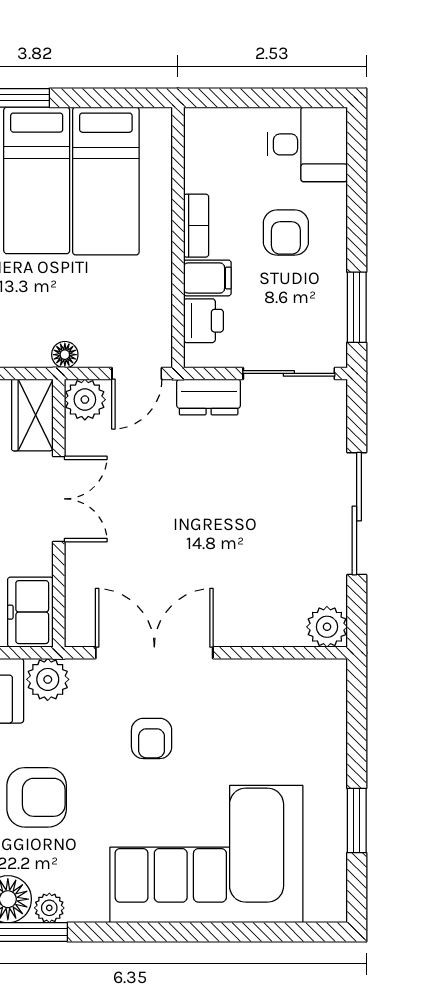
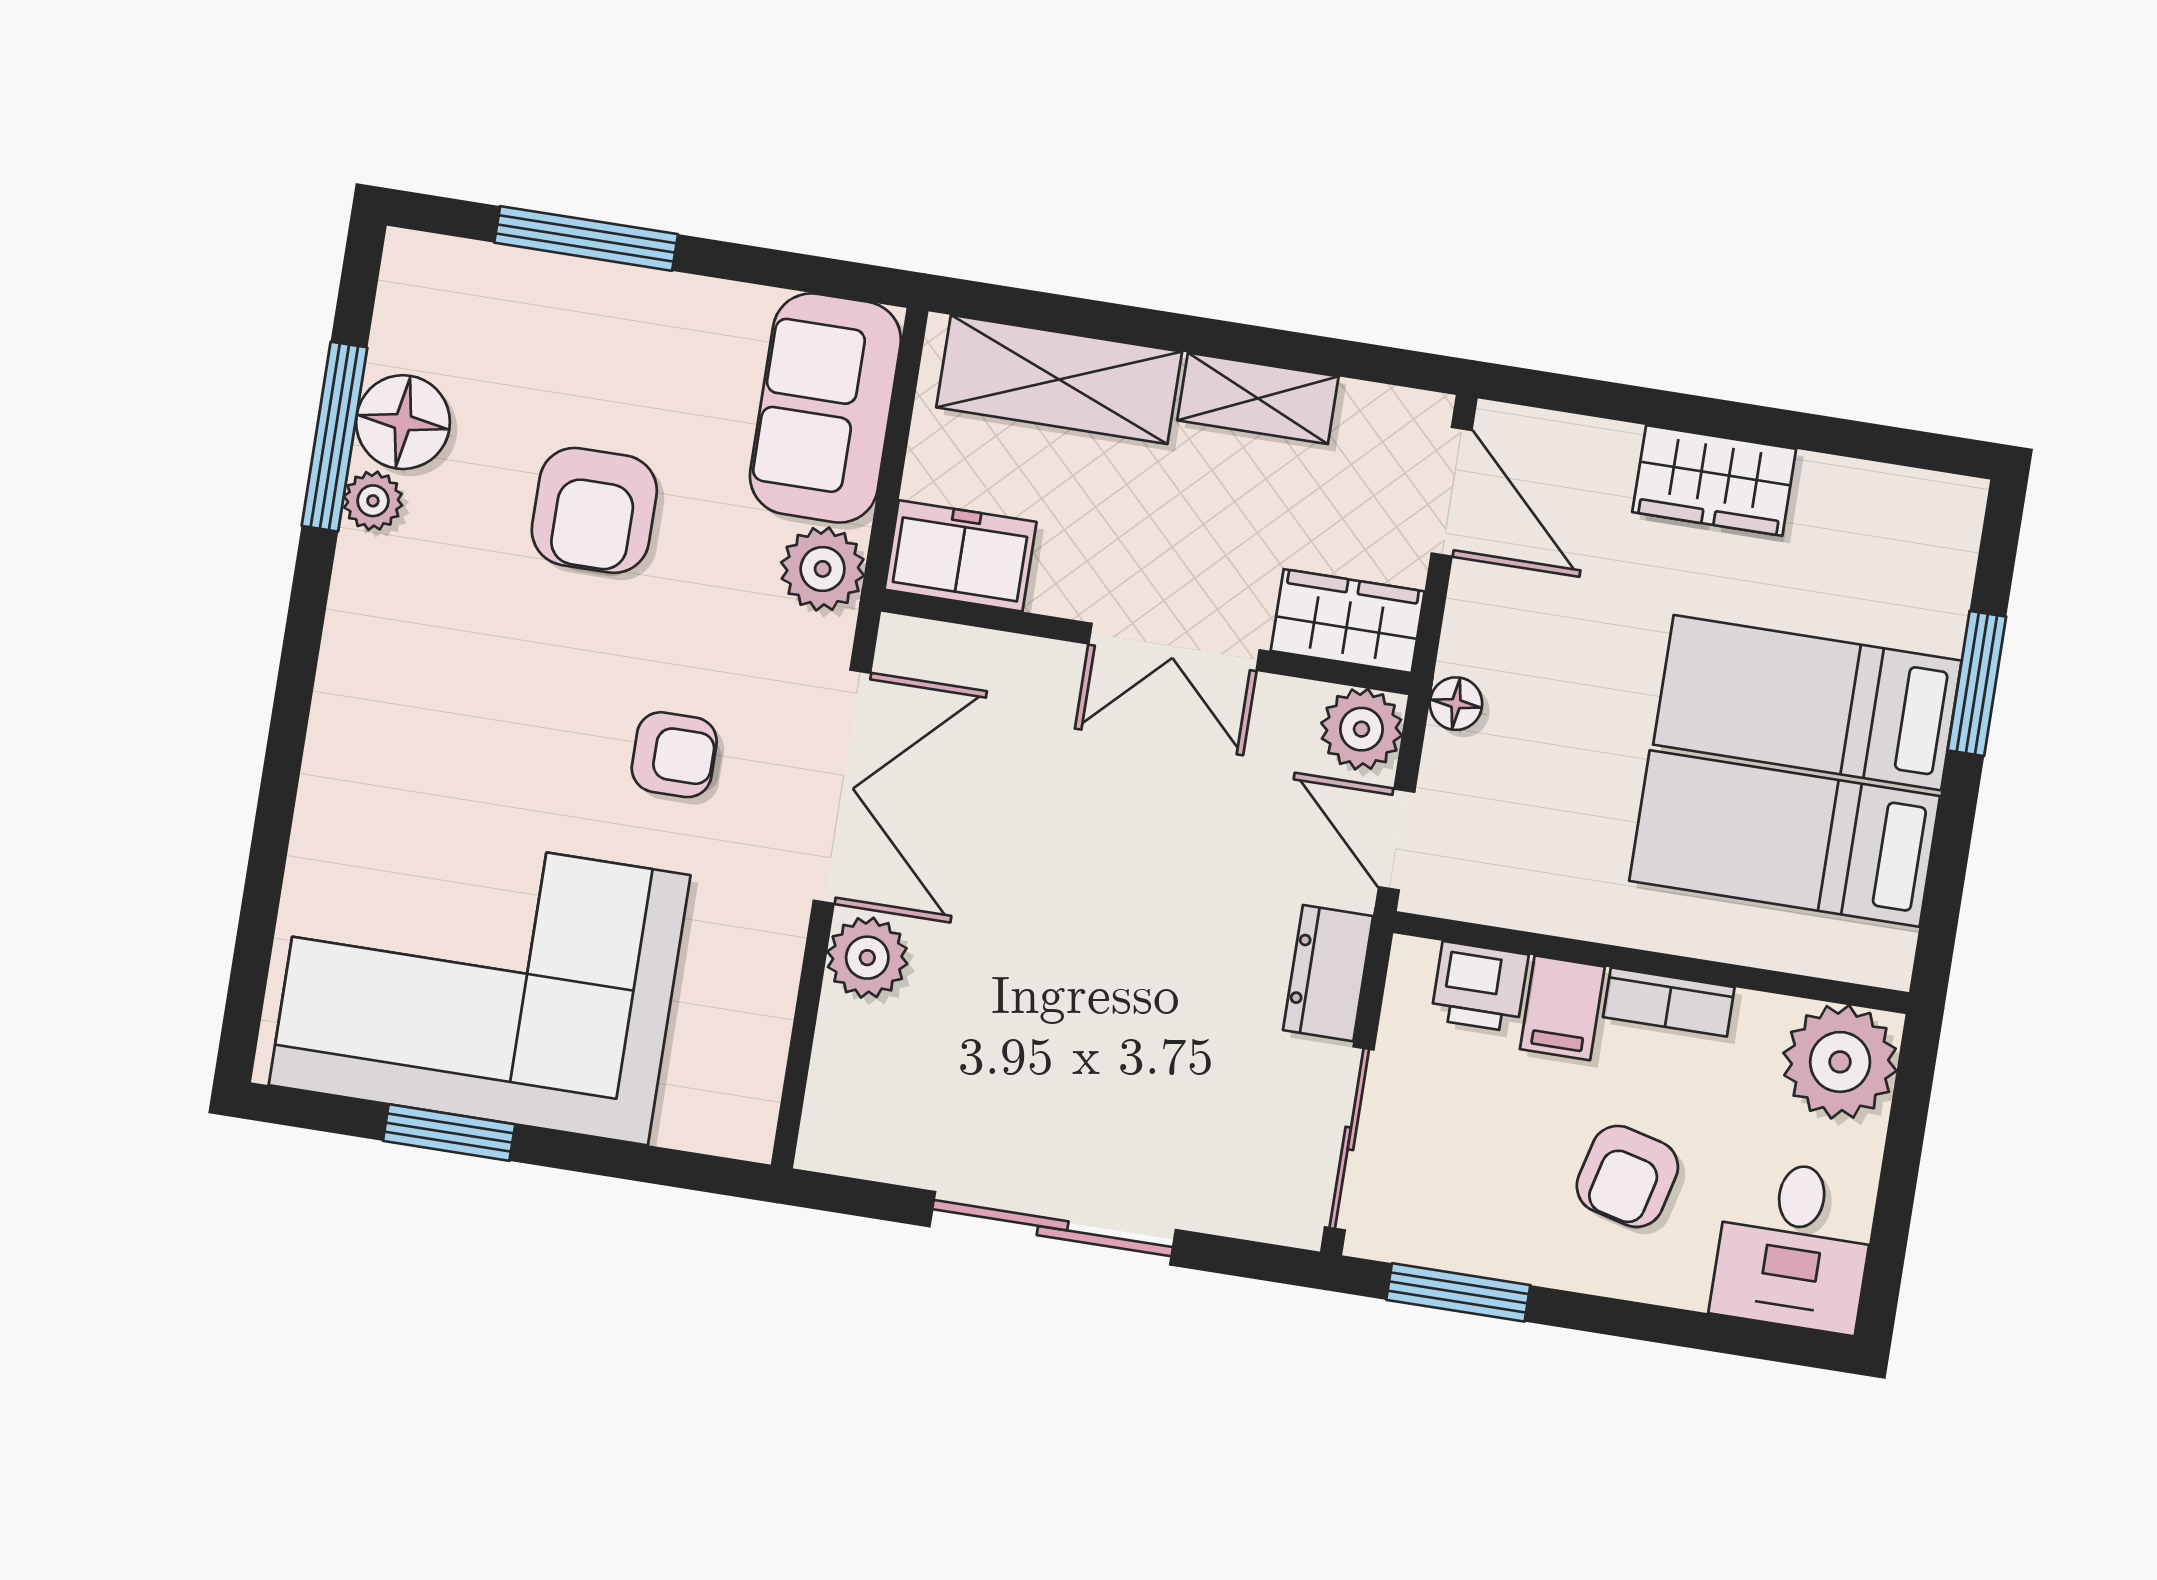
plant: (212, 136) -> (1840, 1062), added
armchair: (286, 233) -> (1627, 1176), turned -76
plant: (327, 627) -> (867, 958), moved
armchair: (152, 738) -> (674, 755), turned 180
corner sofa: (206, 854) -> (480, 980), moved, turned -90

